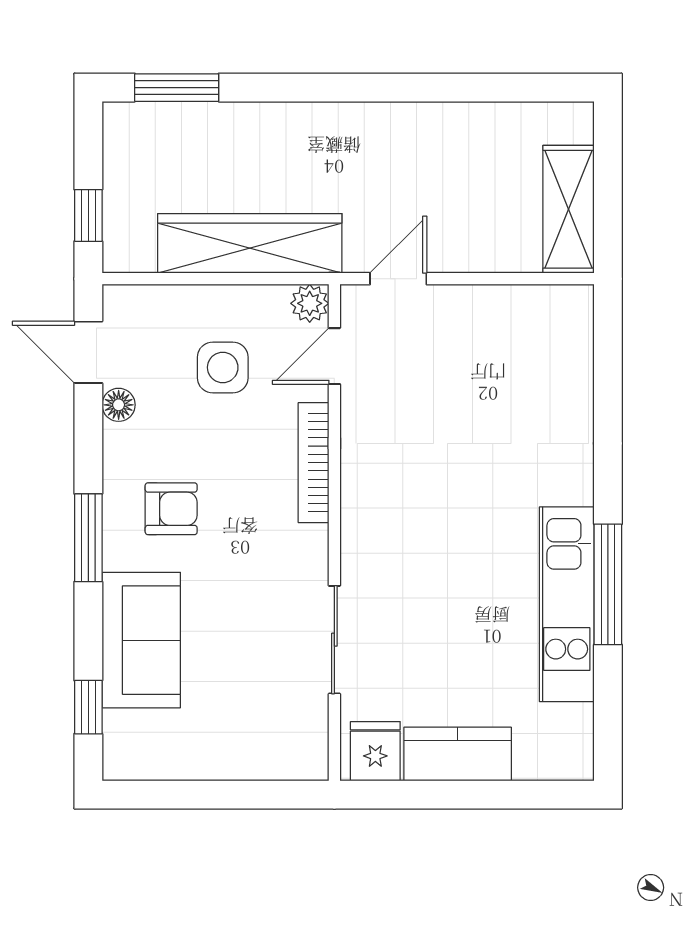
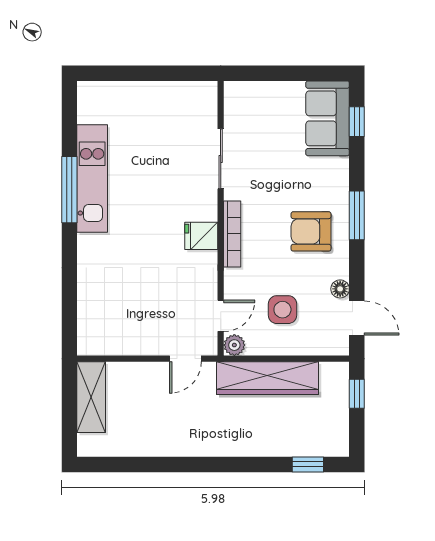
window: (177, 88) -> (308, 464), width x0.67
bookcase: (314, 463) -> (232, 234), moved
armchair: (171, 509) -> (311, 231), width x1.38, depth x1.38
sofa: (141, 640) -> (328, 118), moved
fridge: (375, 751) -> (201, 236), moved, turned 90
kitchen counter: (458, 754) -> (153, 96), removed

